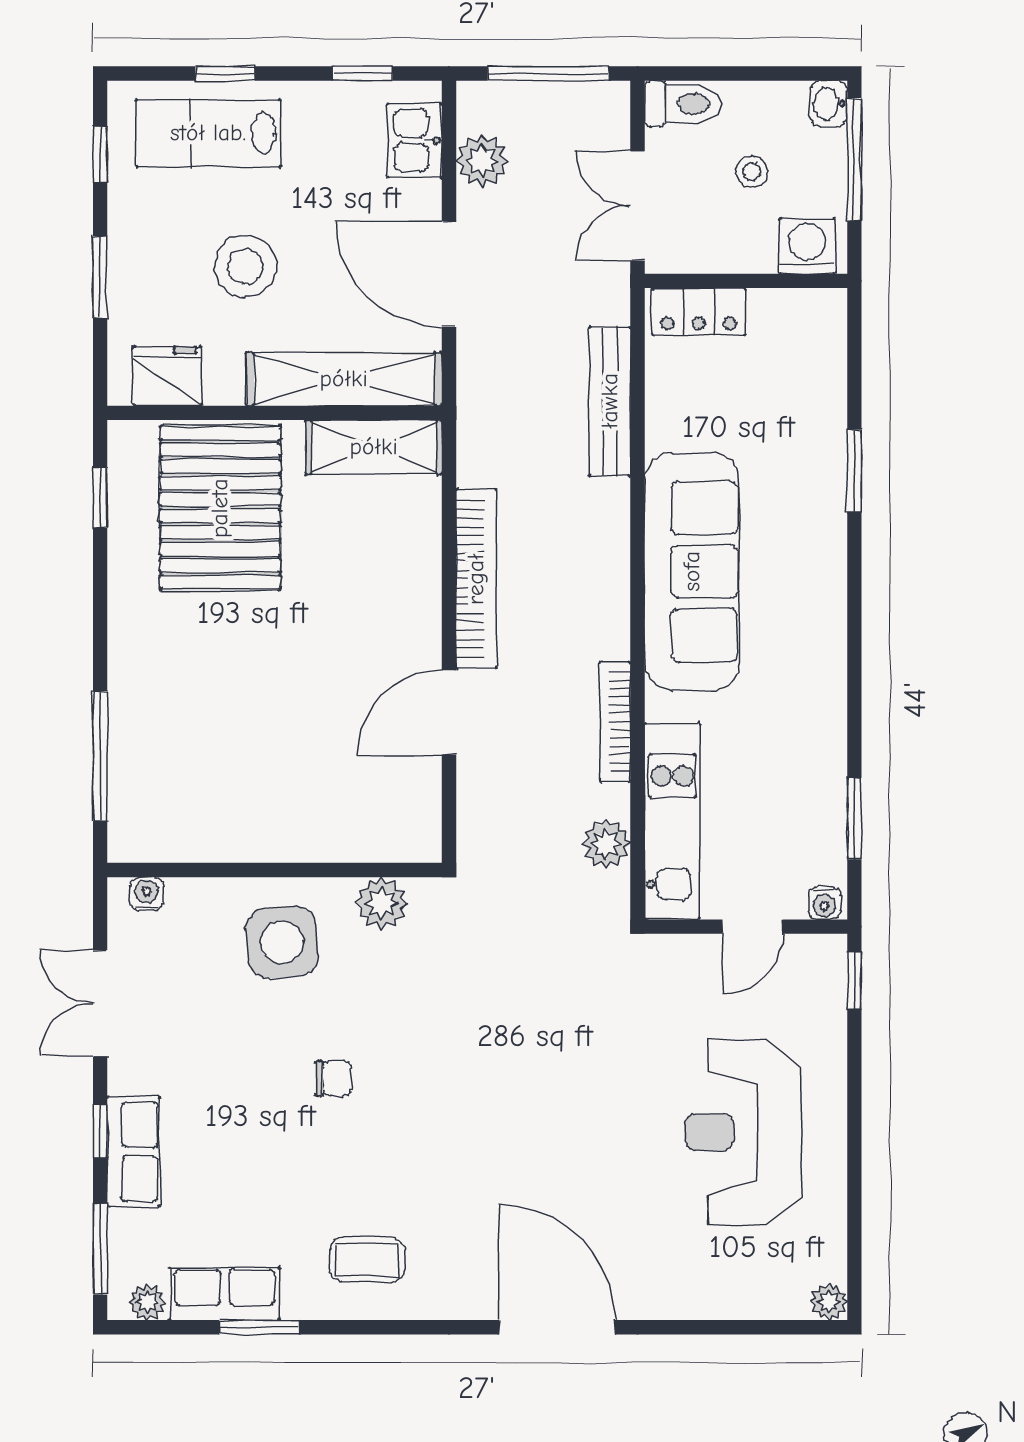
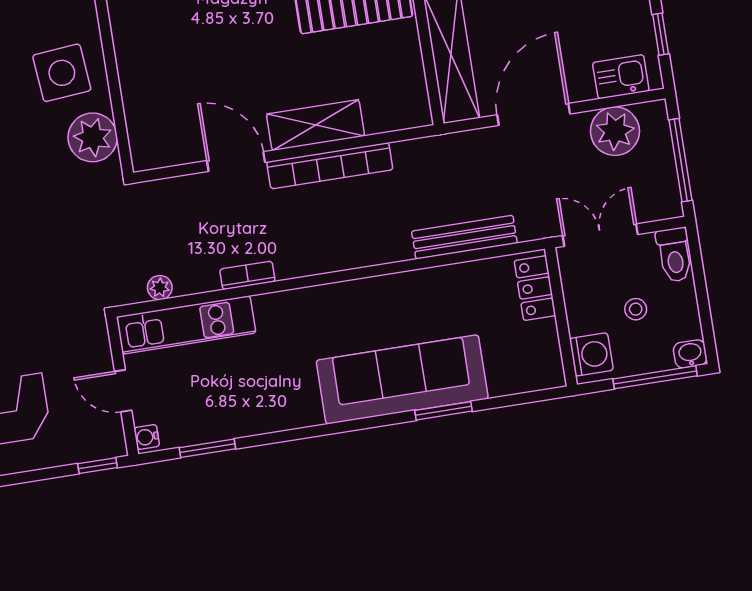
plant: (482, 161) -> (615, 131), width x1.36, depth x1.36
shelving: (374, 447) -> (315, 125), moved, turned 90
sofa: (692, 571) -> (402, 379), moved, turned 180
bookcase: (615, 722) -> (247, 275), width x0.64
plant: (606, 844) -> (160, 288), width x0.73, depth x0.73
plant: (382, 903) -> (93, 137), width x1.36, depth x1.36

